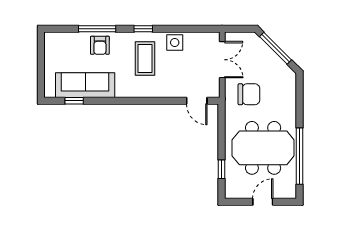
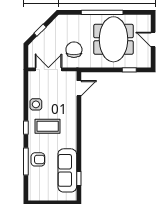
window: (276, 48) -> (40, 30), width x0.46
window: (300, 156) -> (102, 12), moved

